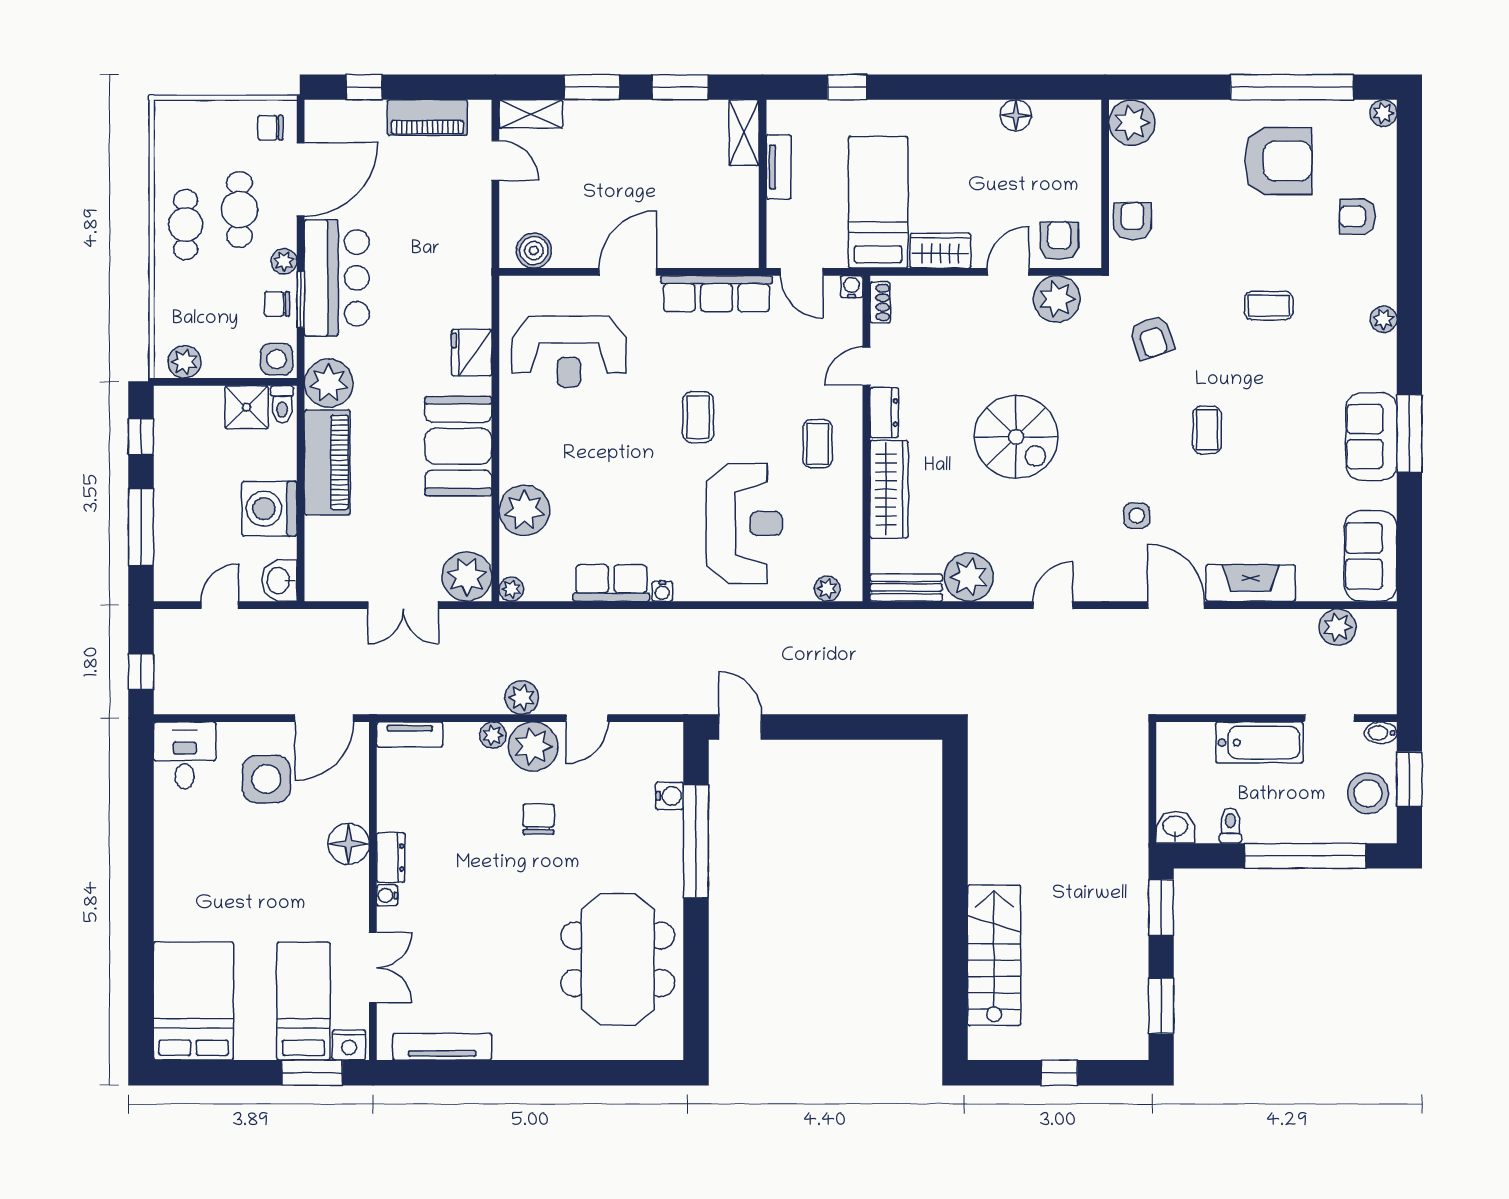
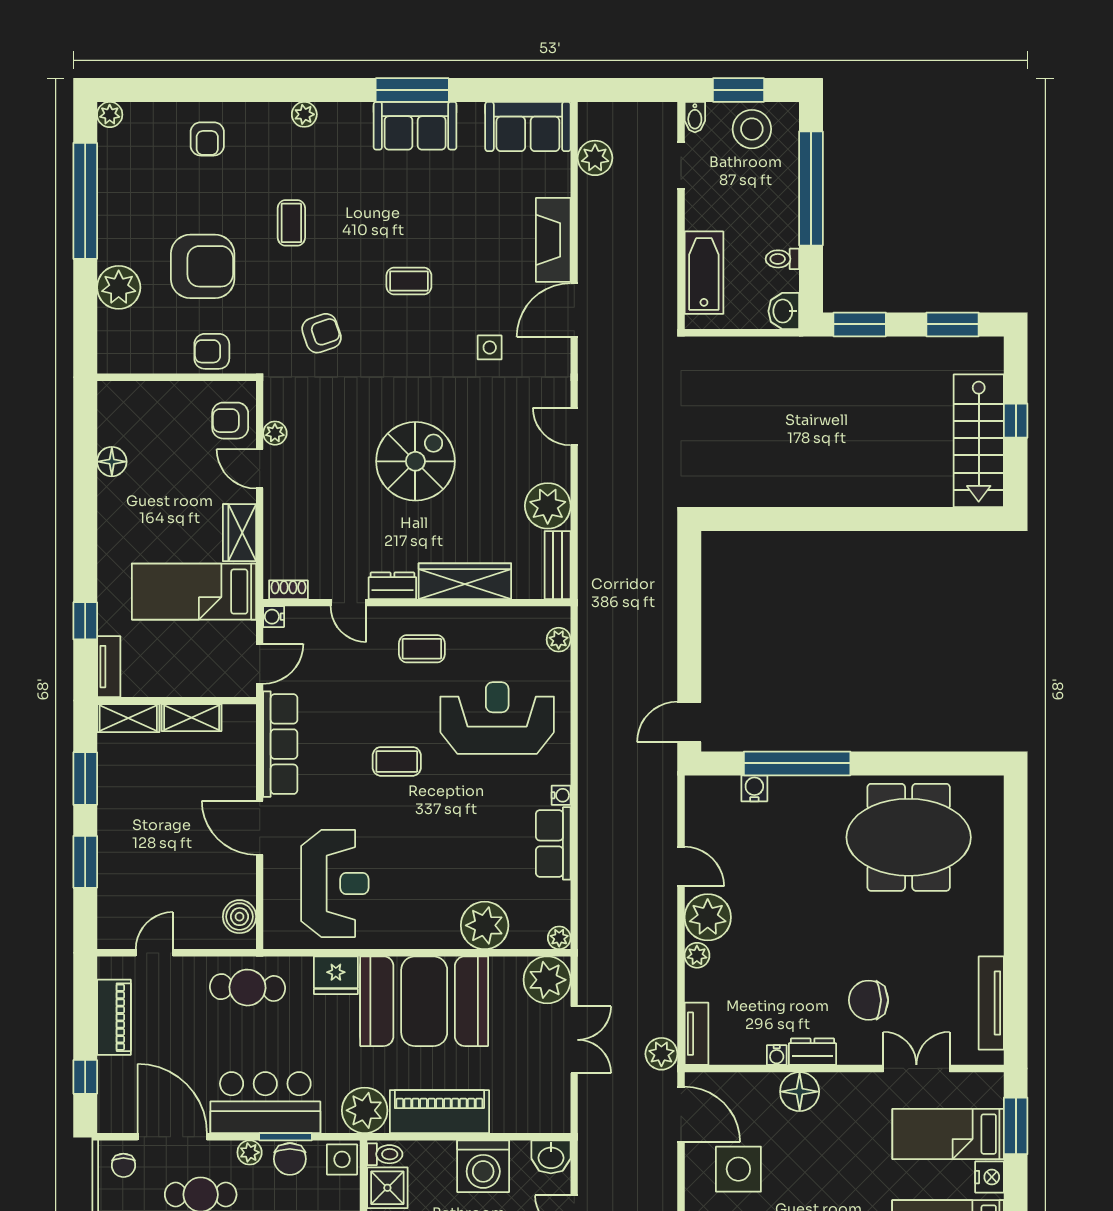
shelving: (531, 114) -> (192, 718), moved, turned 90
plant: (1132, 123) -> (119, 287), moved
armchair: (1278, 161) -> (203, 266), moved, turned 90
tv unit: (779, 167) -> (109, 667), moved, turned 90
cafe table: (459, 259) -> (247, 988), added
plant: (1057, 299) -> (275, 433), width x0.53, depth x0.53
chair: (277, 304) -> (290, 1159), width x1.37, depth x1.37
booth: (458, 446) -> (424, 1001), width x1.36, depth x1.42
plant: (522, 698) -> (661, 1054), moved
bathtub: (1259, 743) -> (704, 273), moved
chair: (539, 819) -> (868, 1000), moved, width x1.37, depth x1.37
water cooler: (387, 895) -> (777, 1055), moved
stairs: (994, 955) -> (979, 441), moved, turned -90
nightstand: (349, 1045) -> (989, 1177), moved

